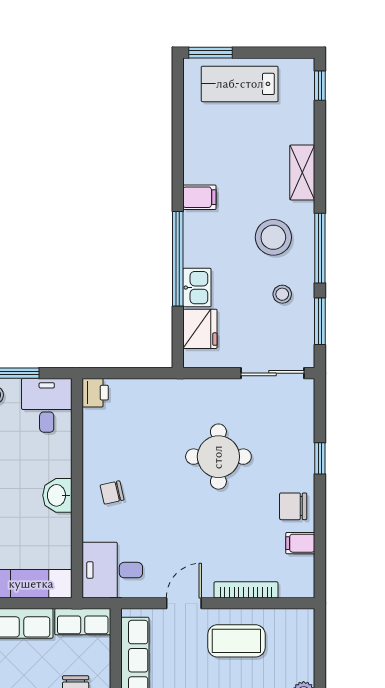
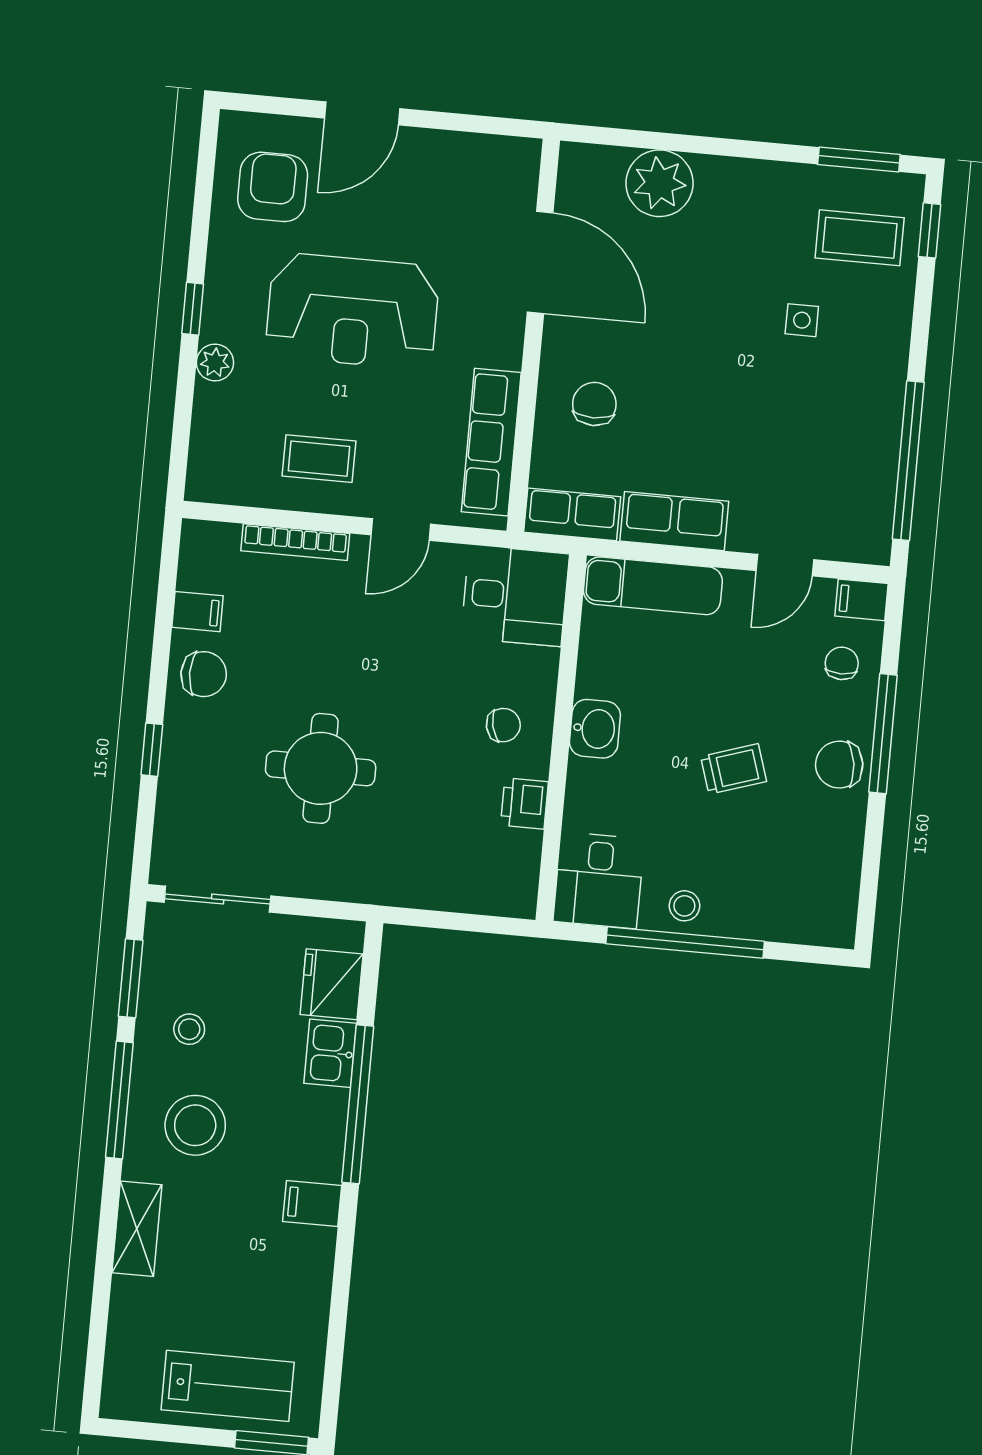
window: (320, 86) -> (94, 1371), removed
printer: (95, 393) -> (524, 803), moved
coffee table: (236, 641) -> (319, 459), width x0.73, depth x0.77

